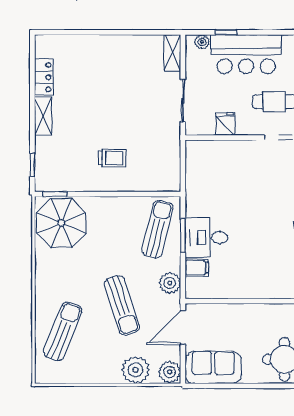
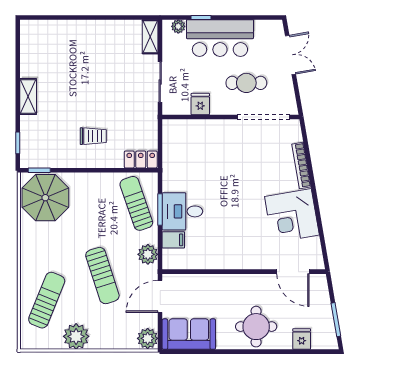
locker: (44, 77) -> (141, 159), moved, turned -90
sun lounger: (158, 229) -> (136, 203), turned -33
plant: (136, 370) -> (76, 336), moved

